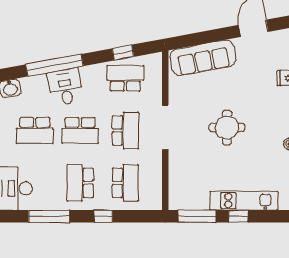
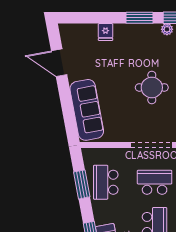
window: (123, 53) -> (82, 184), width x1.50

